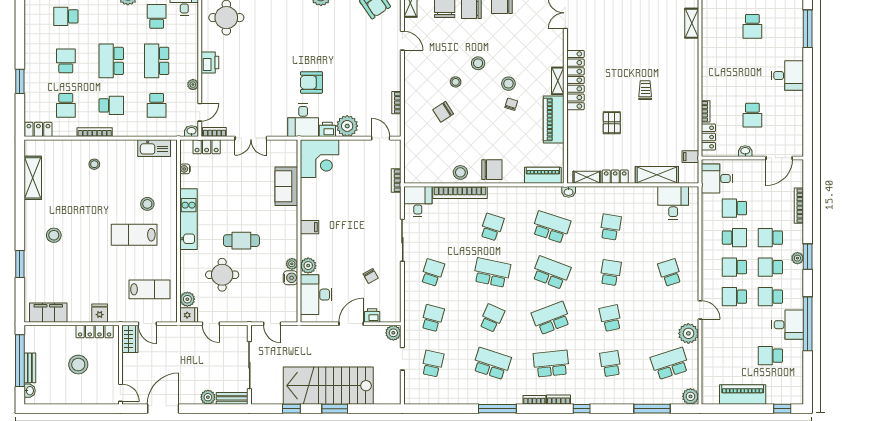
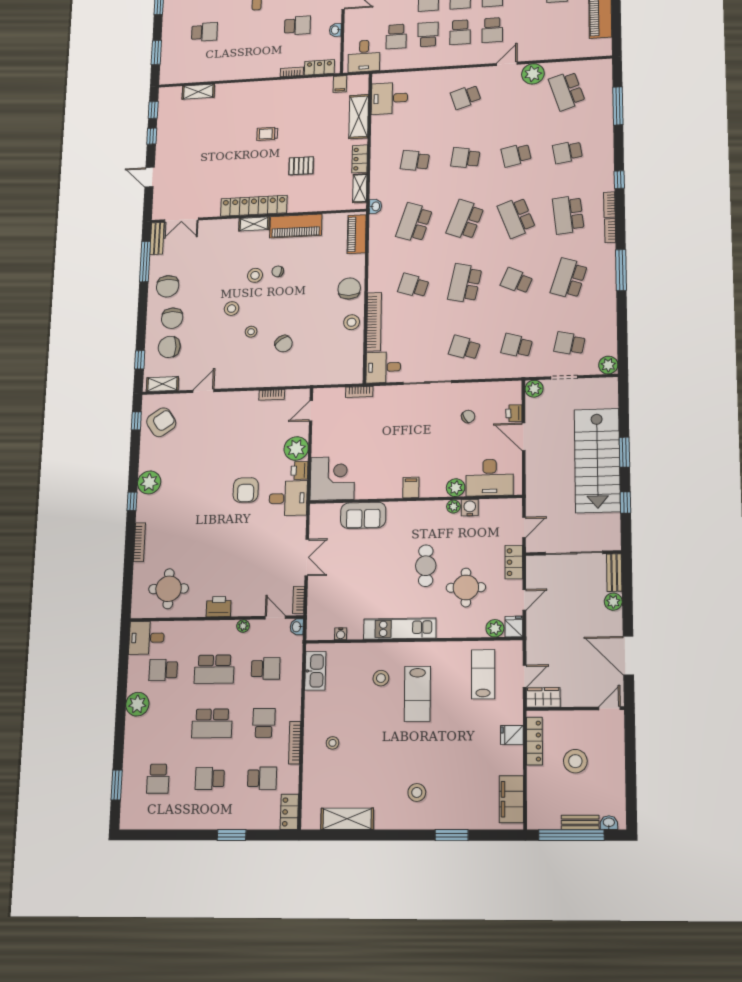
locker: (207, 147) -> (514, 562), moved, turned 180
plant: (690, 396) -> (608, 365), moved

